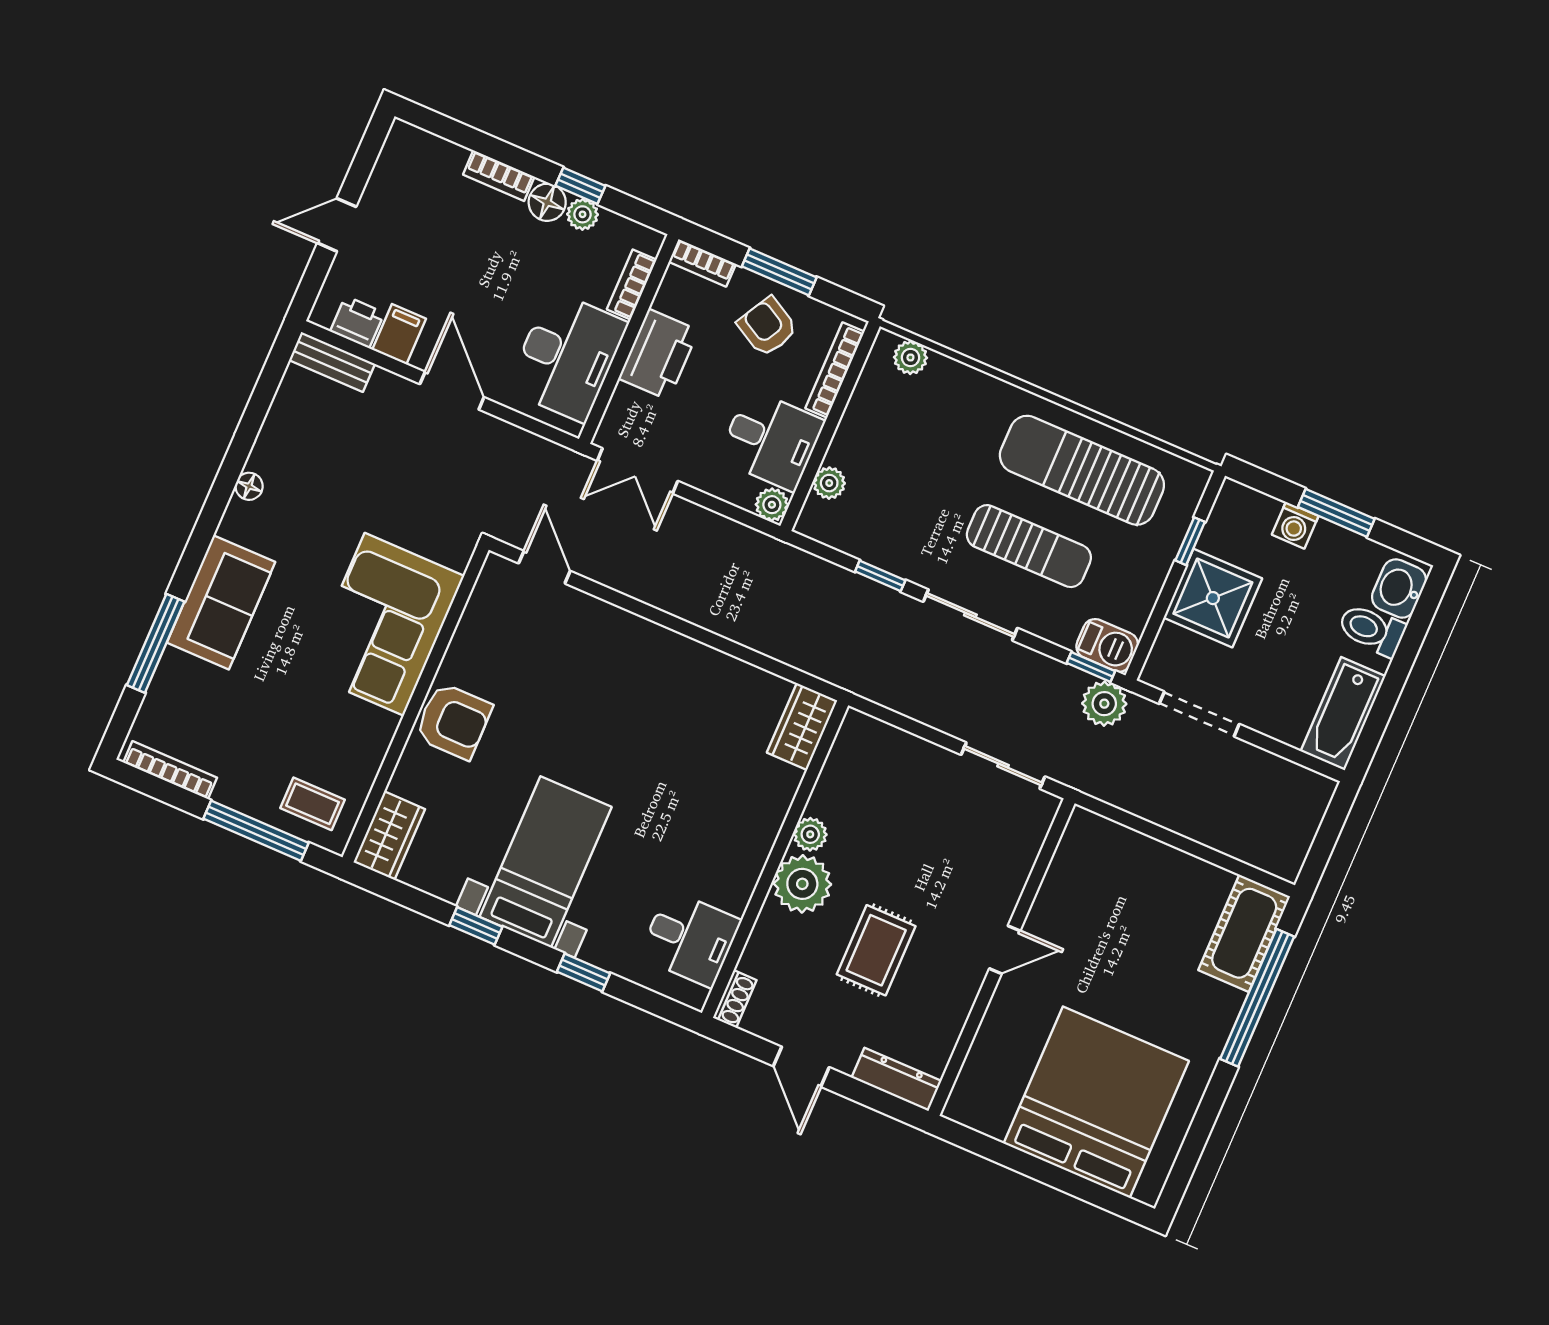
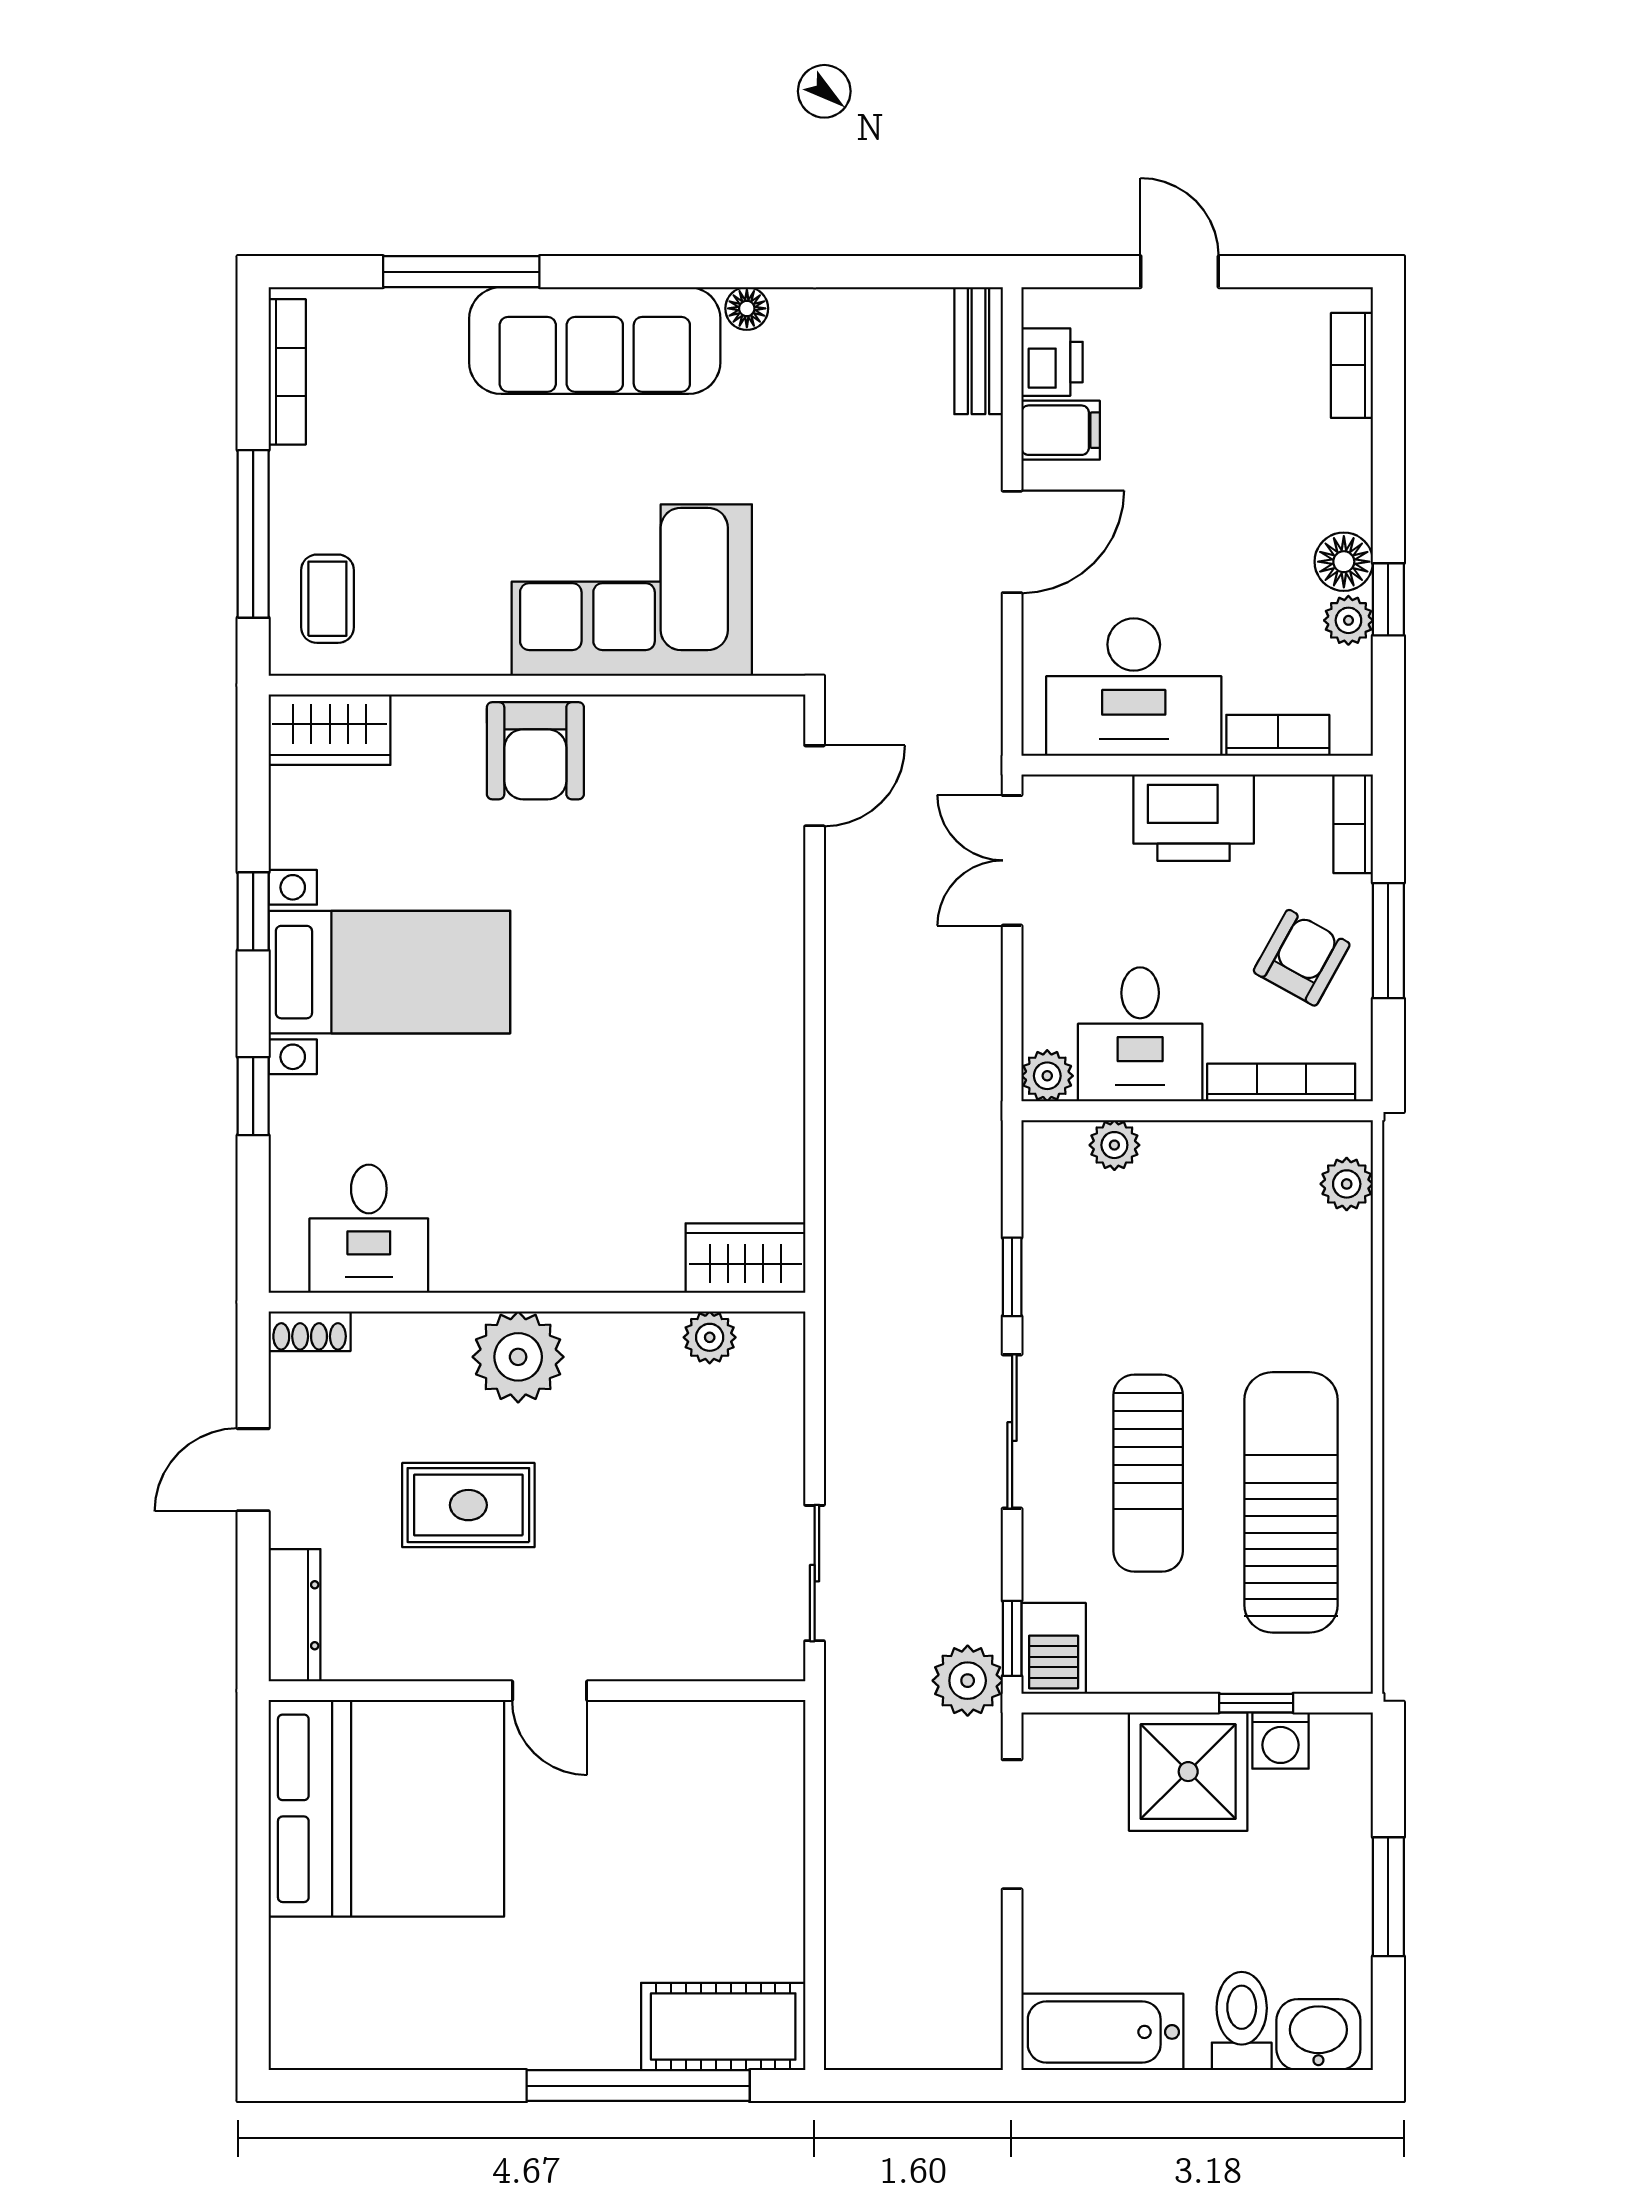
bookcase: (499, 176) -> (1352, 365), moved
washing machine: (1295, 525) -> (1281, 1740), moved, turned -90
sofa: (221, 602) -> (595, 340), width x1.36
plant: (810, 834) -> (710, 1337), moved
bed: (1096, 1102) -> (386, 1808), moved

